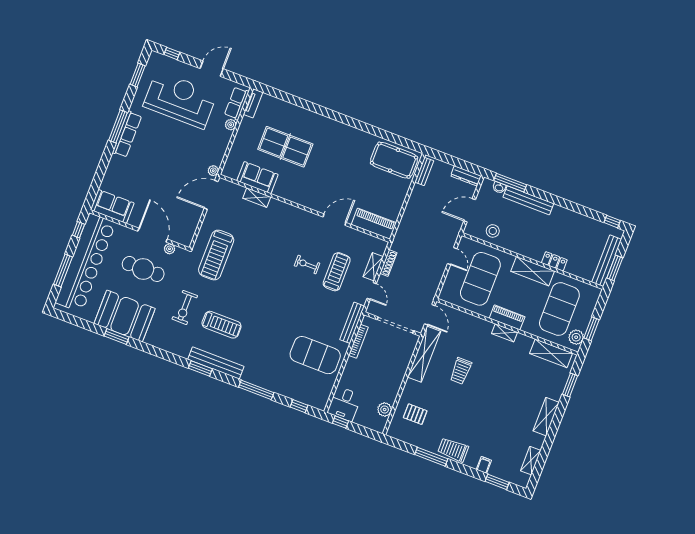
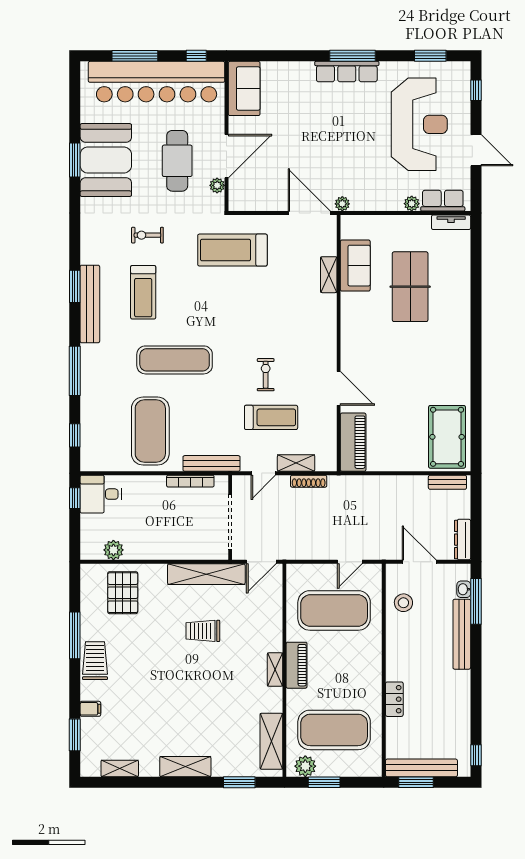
shelving: (533, 271) -> (370, 676), removed
exercise bike: (185, 307) -> (147, 235), width x0.73, depth x0.72
exercise mat: (274, 321) -> (175, 360), added
pallet: (415, 414) -> (123, 593), width x1.50, depth x1.42

